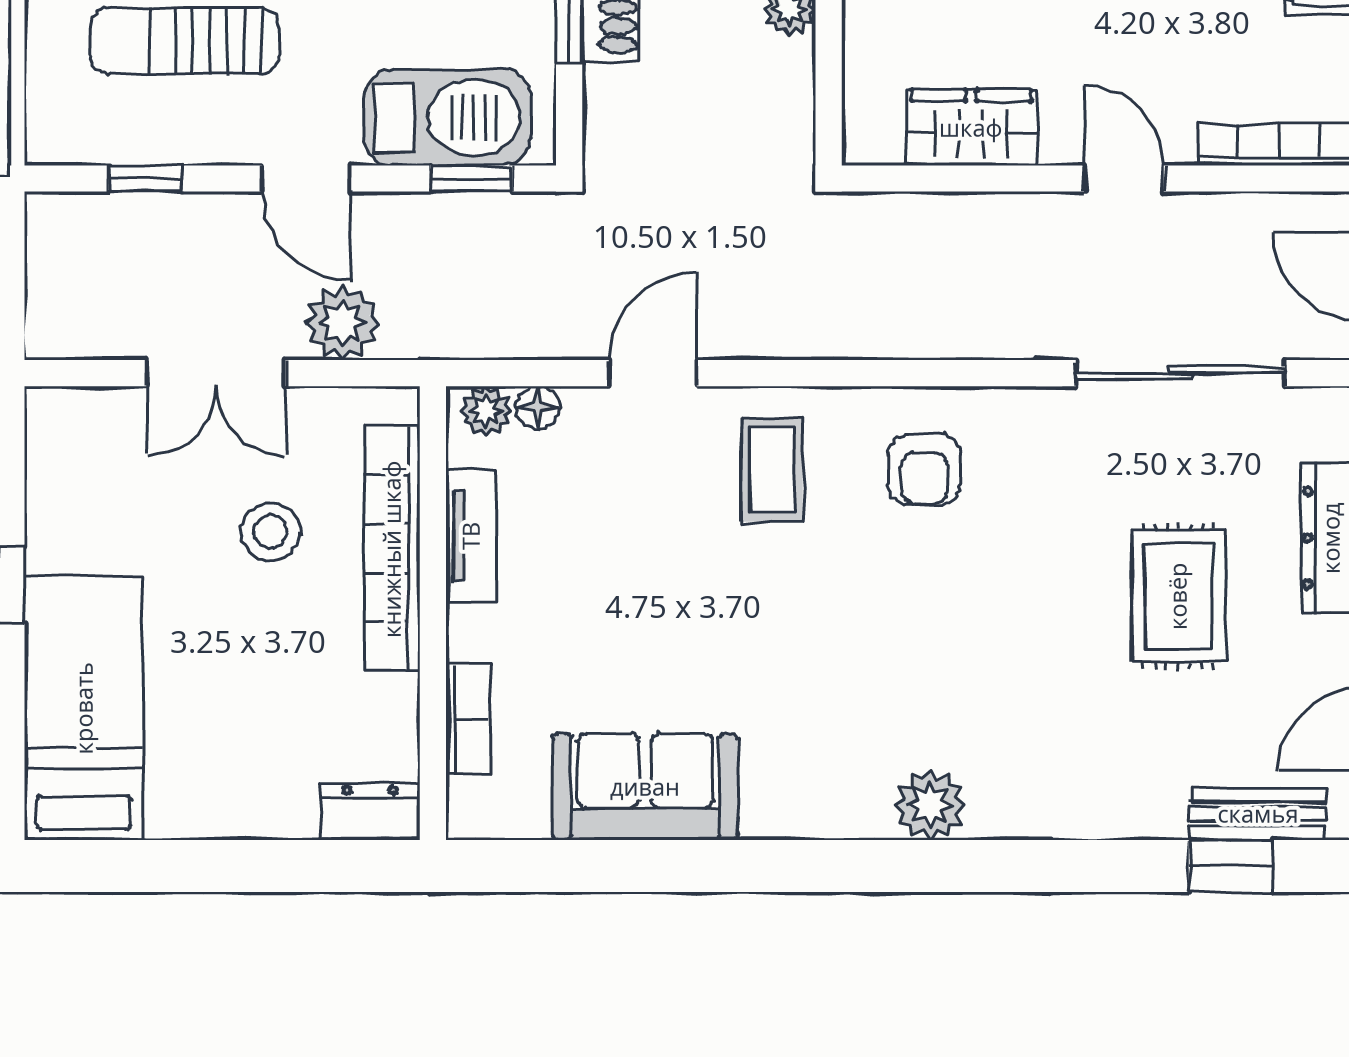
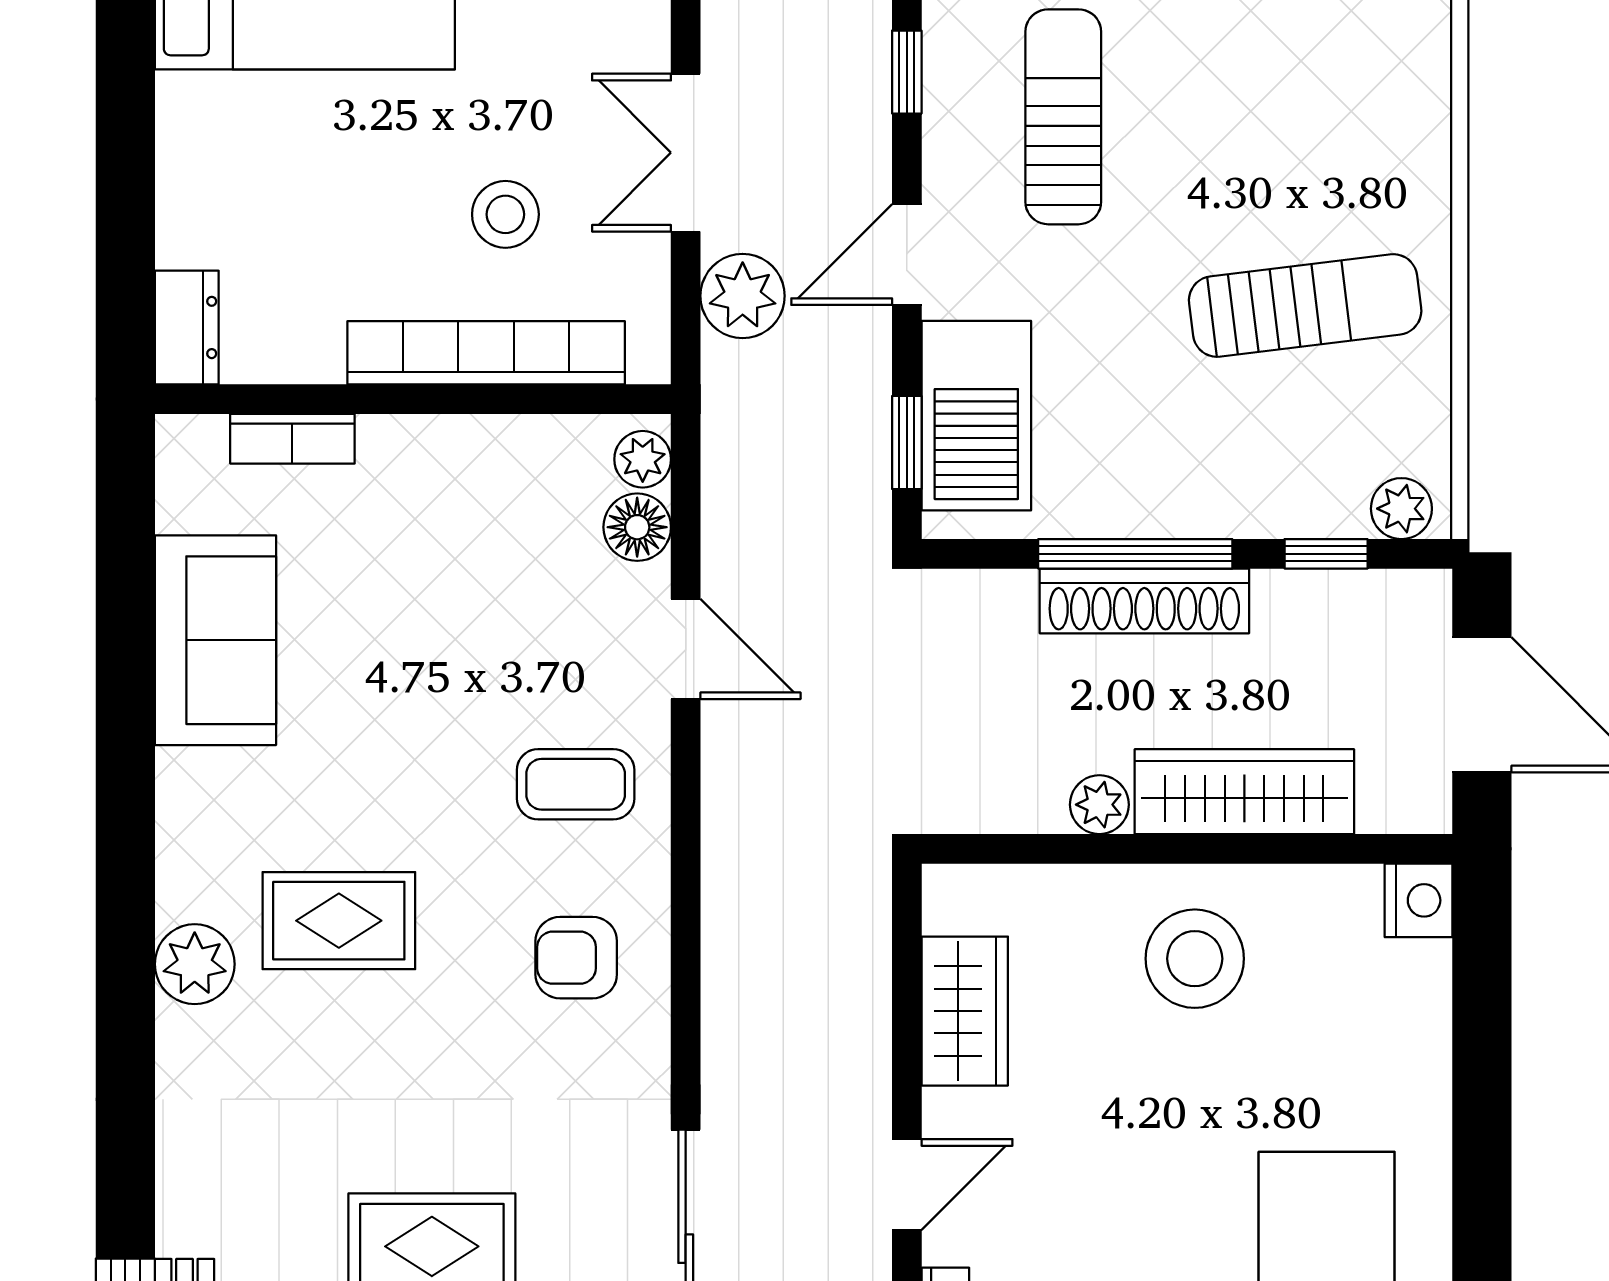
floor lamp: (538, 408) -> (637, 527), width x1.37, depth x1.37
tv unit: (471, 536) -> (501, 443), removed
rug: (892, 678) -> (339, 921), added

